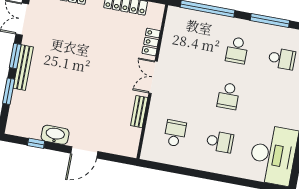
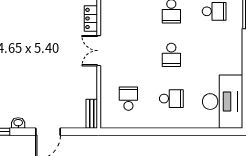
bench: (139, 112) -> (92, 114), moved
washbasin: (55, 135) -> (18, 123), width x0.52, depth x0.69

